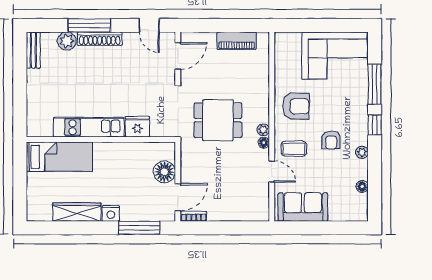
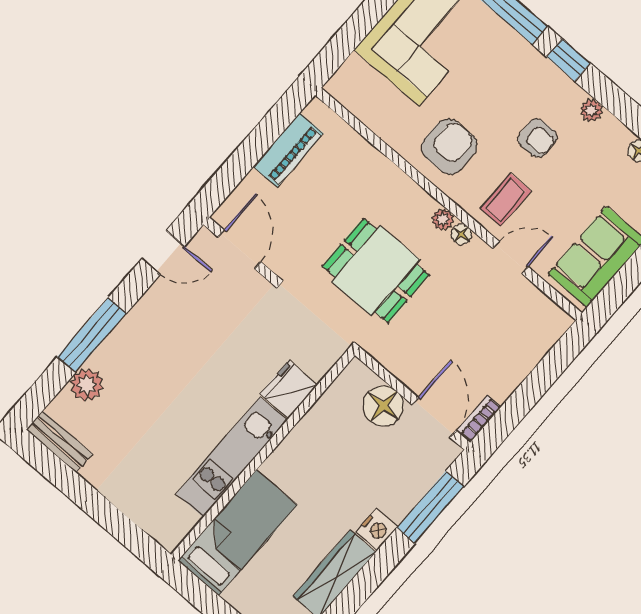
shoe rack: (100, 39) -> (123, 337), removed
dining table: (218, 120) -> (376, 271), turned 90

